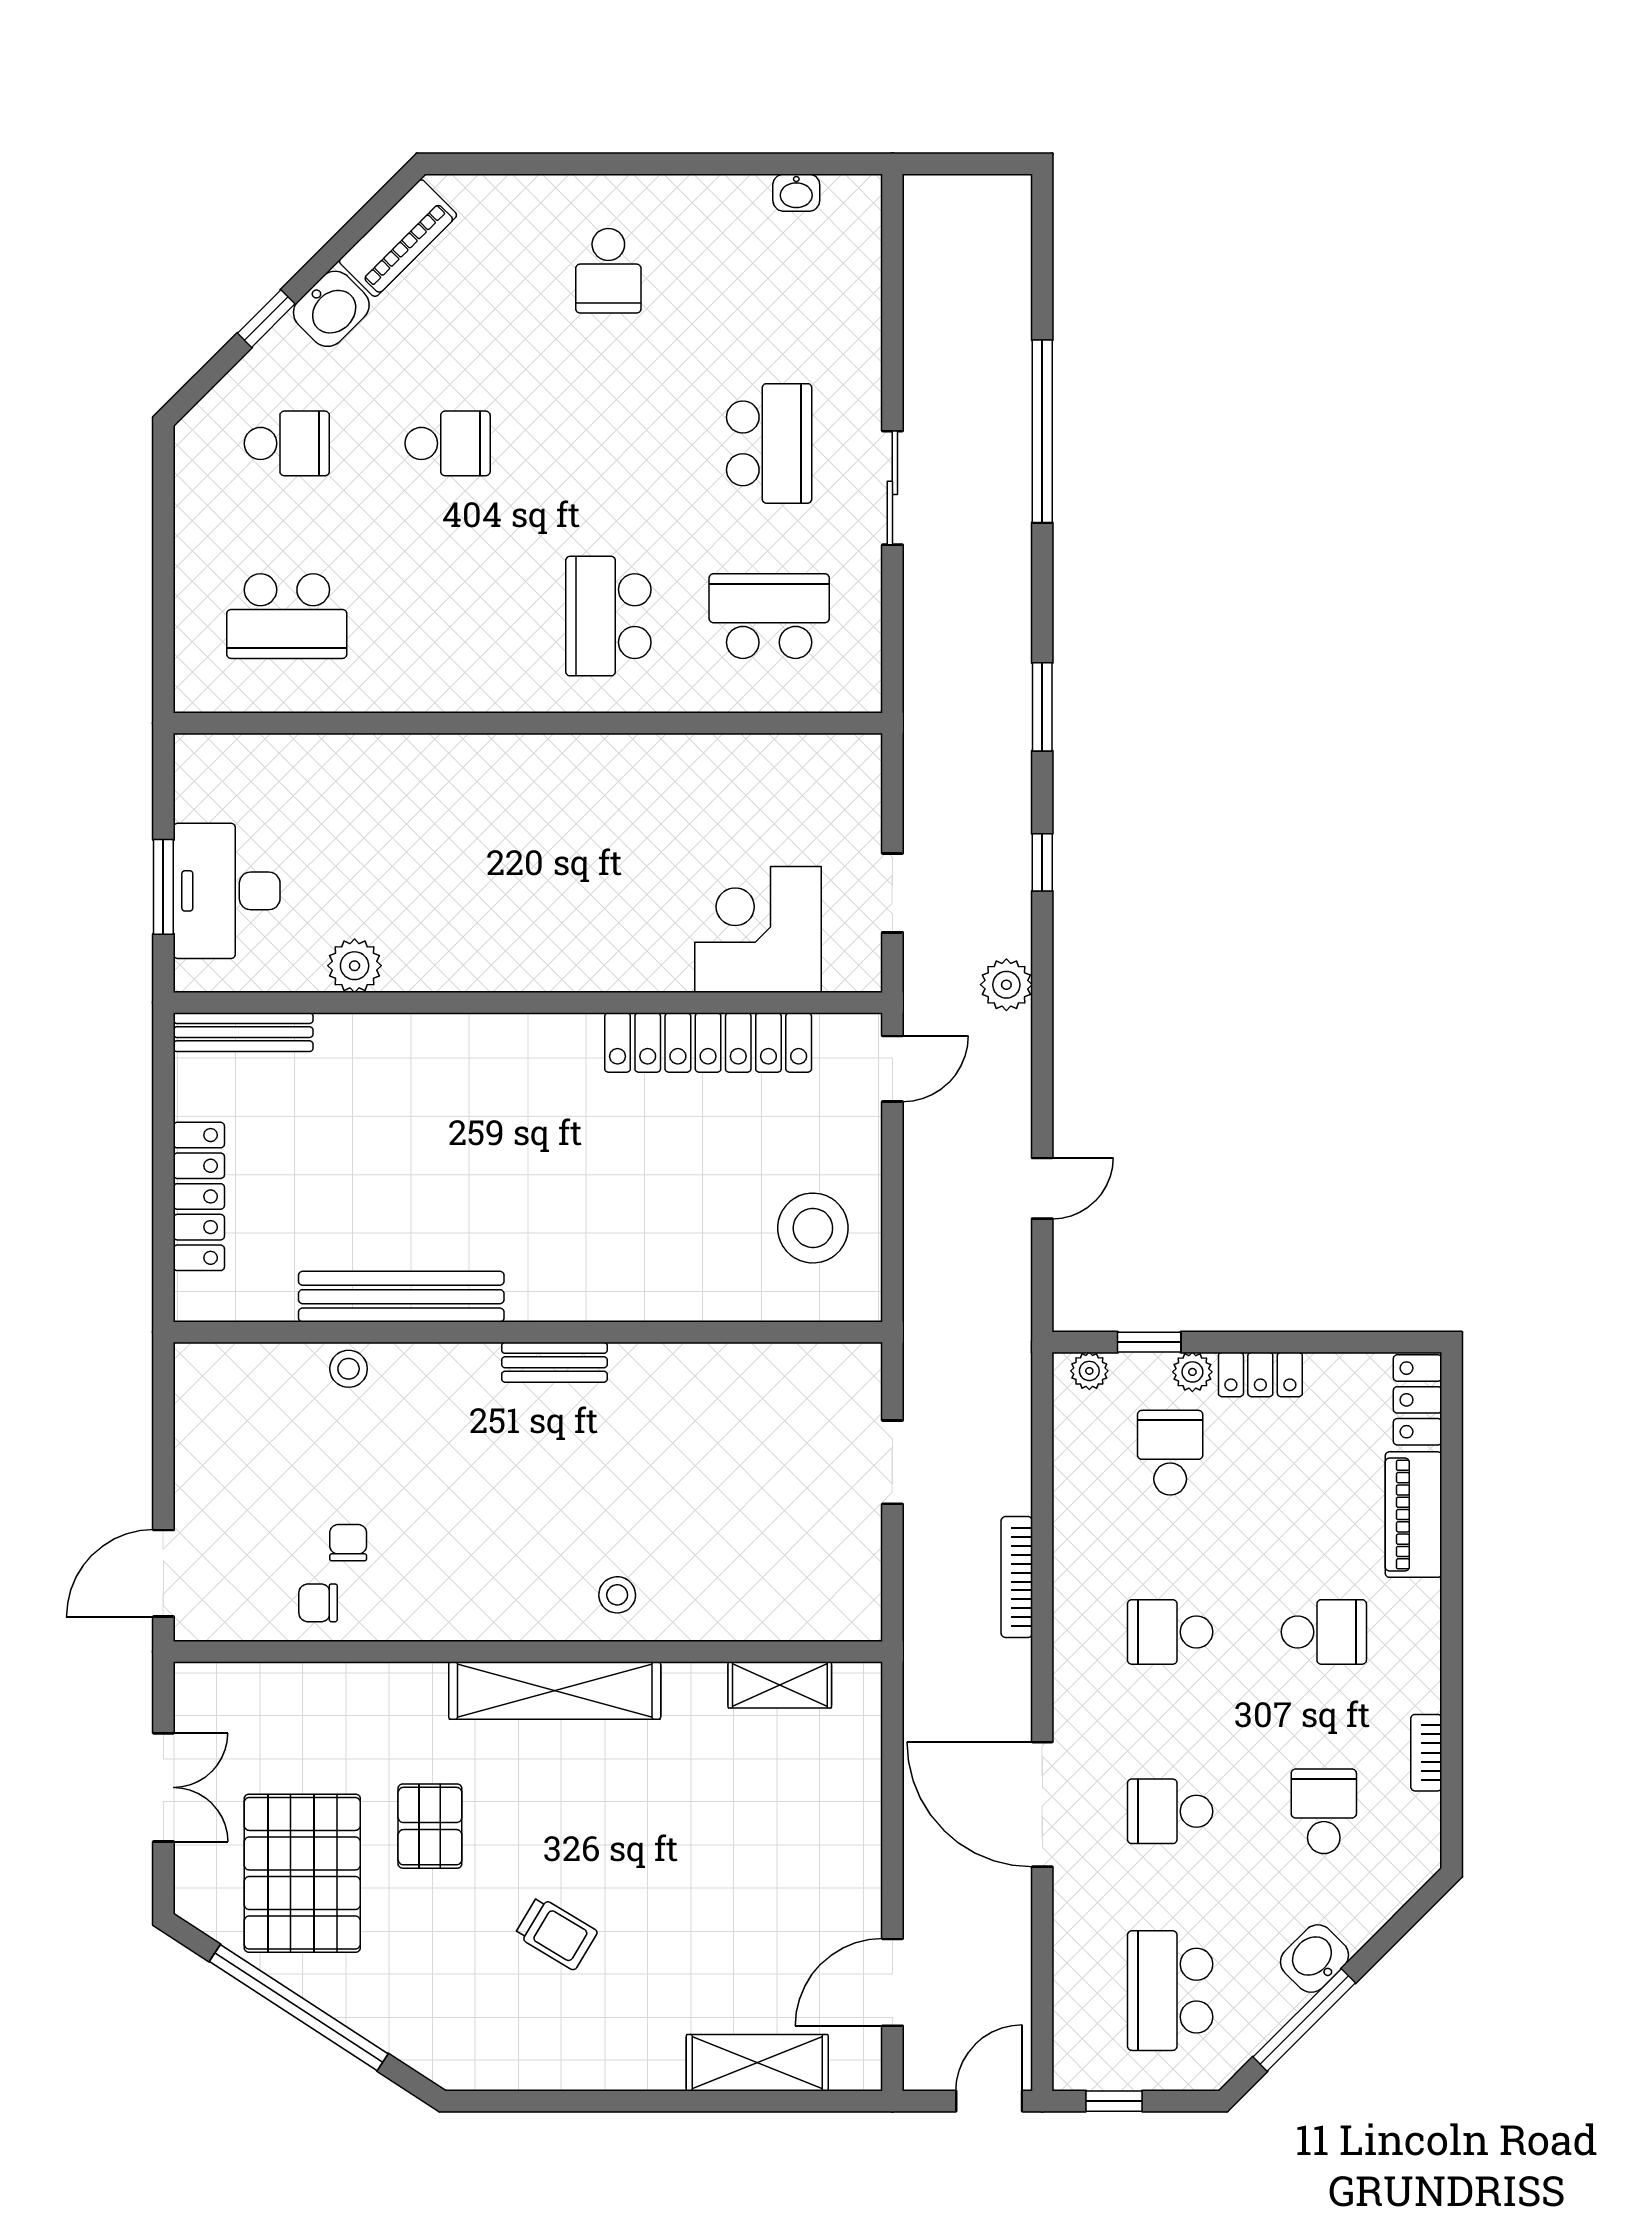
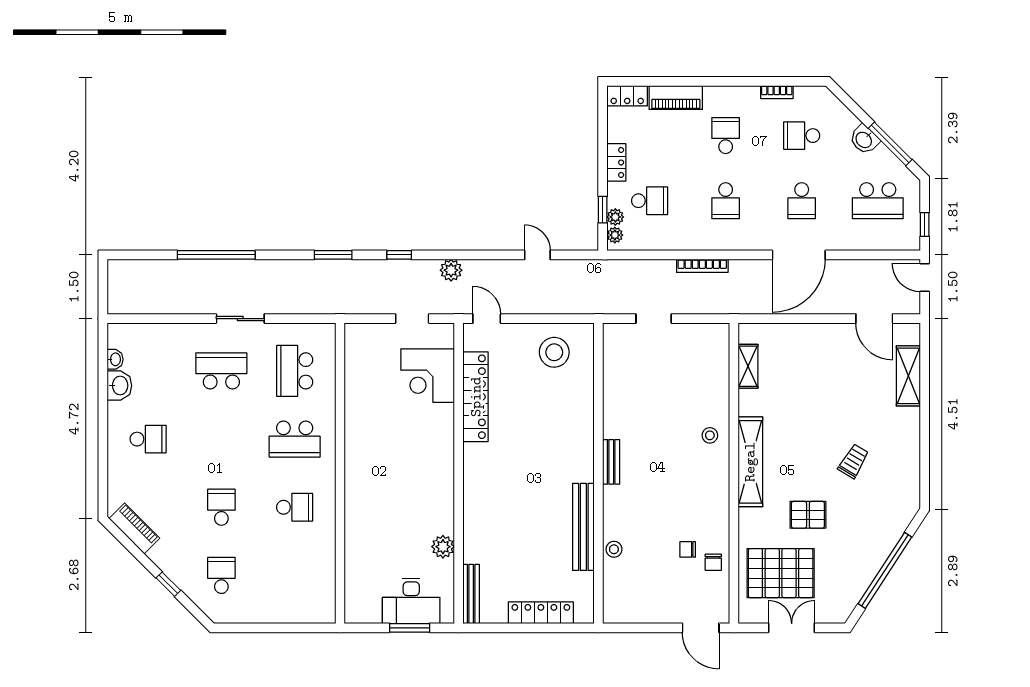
washbasin: (331, 309) -> (119, 386), moved, turned 45
school desk: (287, 616) -> (295, 507), moved, width x0.54
plant: (1192, 1372) -> (615, 217), moved
school desk: (1170, 1453) -> (650, 201), turned 180
pallet: (302, 1873) -> (781, 573), moved

